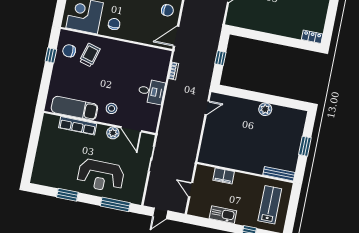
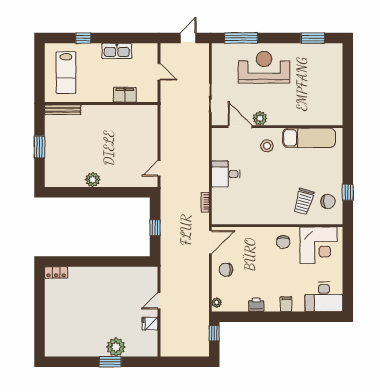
row of seats: (78, 126) -> (301, 119), removed
window: (67, 195) -> (313, 38), moved

